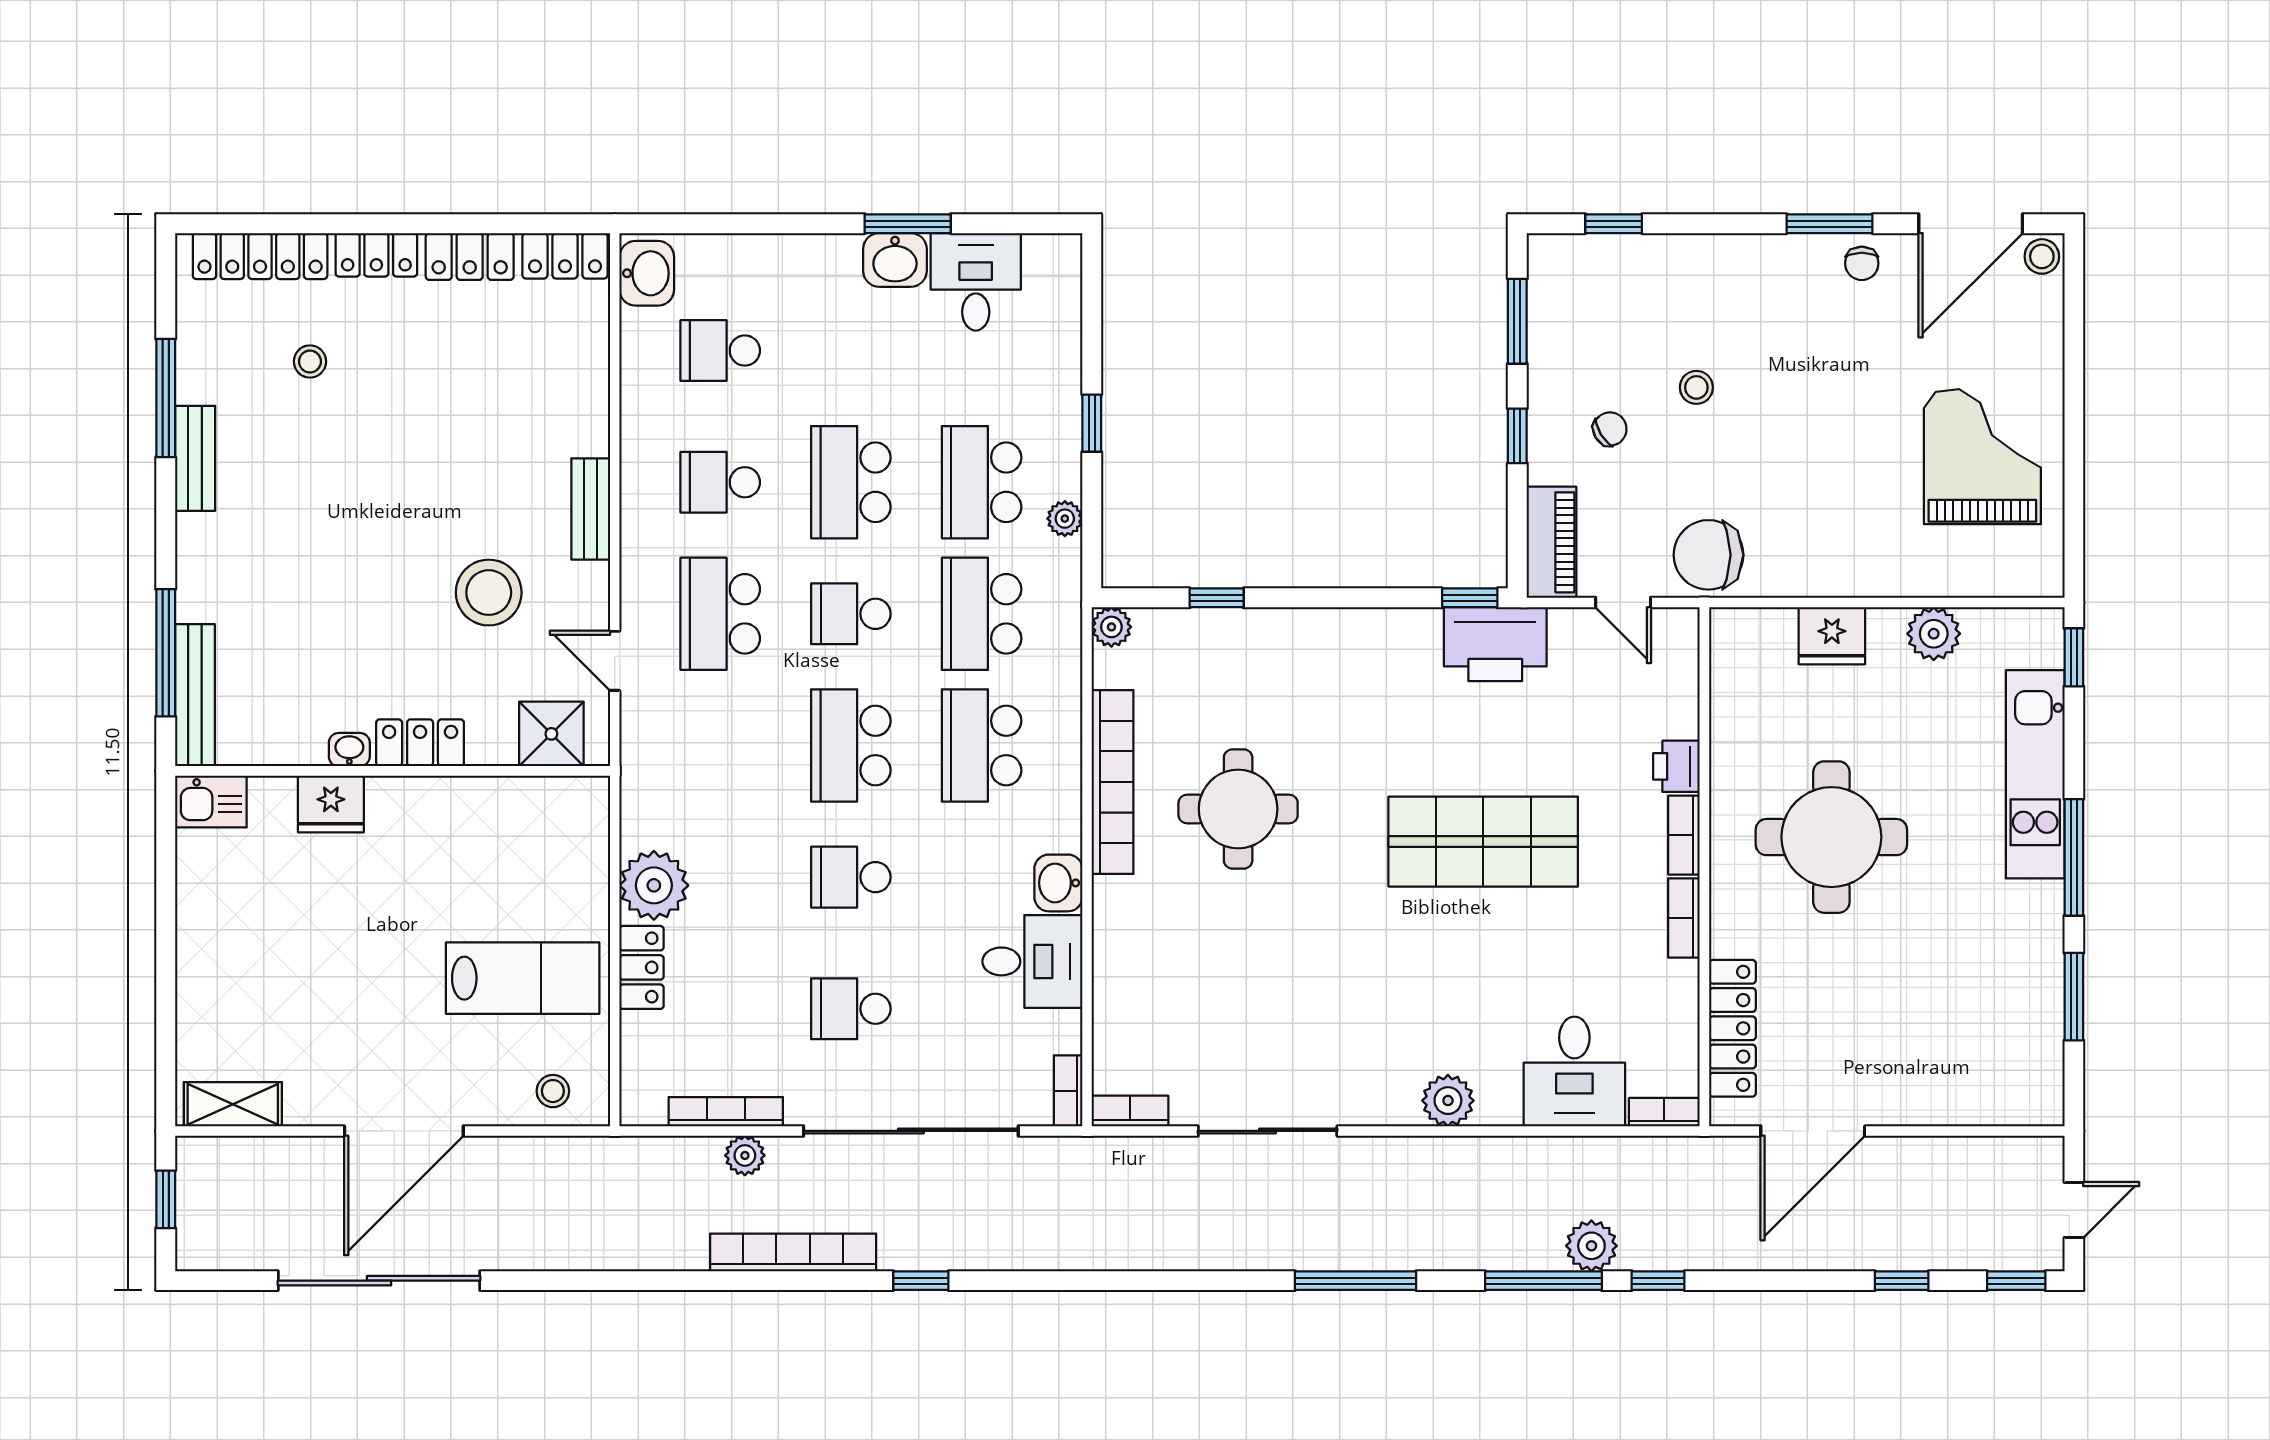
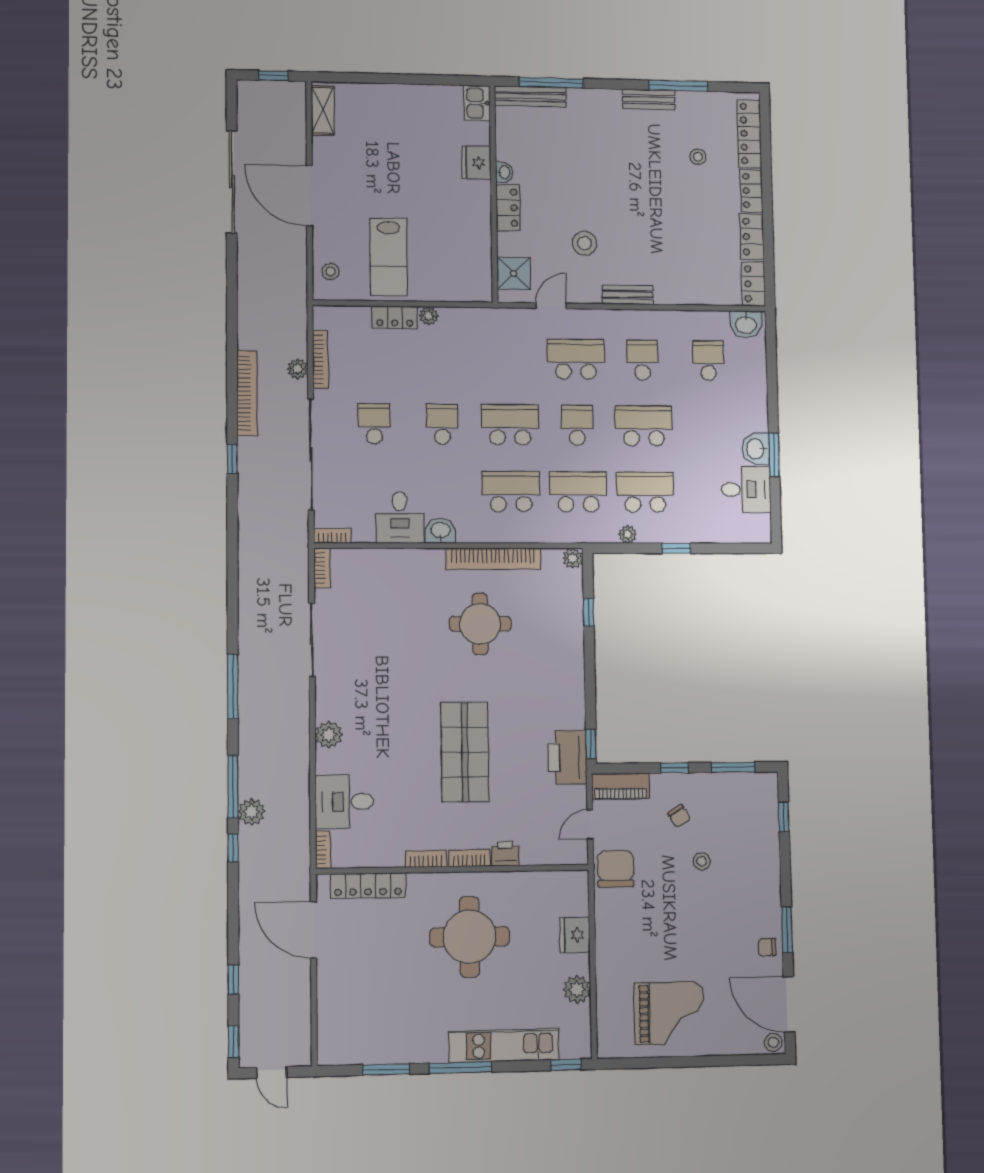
stool: (489, 593) -> (585, 243), width x0.73, depth x0.73
plant: (654, 885) -> (429, 316), width x0.53, depth x0.53

